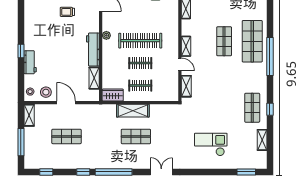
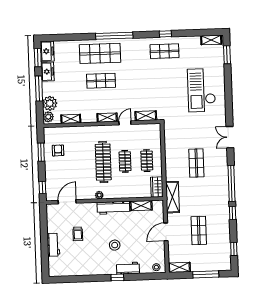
stool: (46, 92) -> (115, 245), moved
shelving: (133, 111) -> (172, 197), moved
shelving: (262, 140) -> (211, 40), moved
checkout: (211, 144) -> (202, 90), width x1.36, depth x1.21

